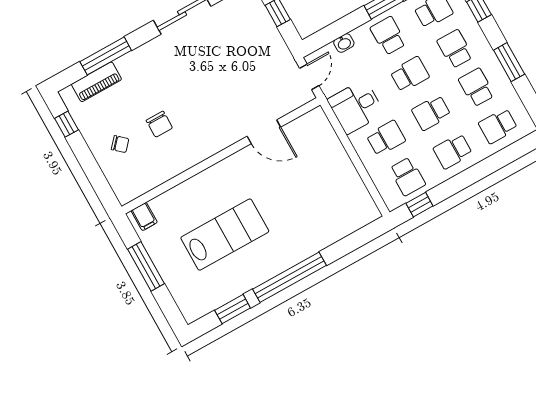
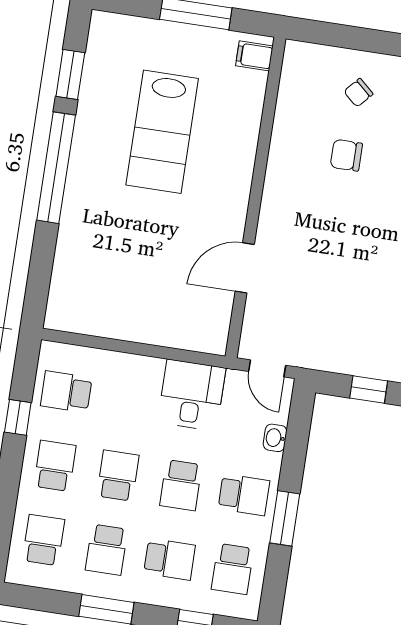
school desk: (476, 87) -> (107, 550), turned 90
school desk: (386, 138) -> (129, 401), removed
window: (419, 205) -> (18, 417), moved

